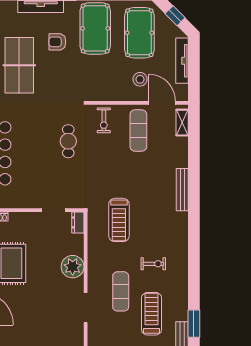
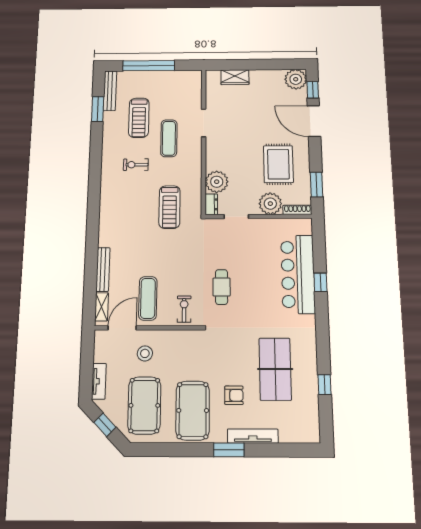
tv unit: (182, 61) -> (99, 381), width x0.71
door: (162, 103) -> (122, 328), swing flipped
bench: (182, 190) -> (103, 269), moved
treadmill: (119, 220) -> (170, 207), turned 180
plant: (20, 223) -> (270, 204), added
plant: (73, 267) -> (217, 182), moved

